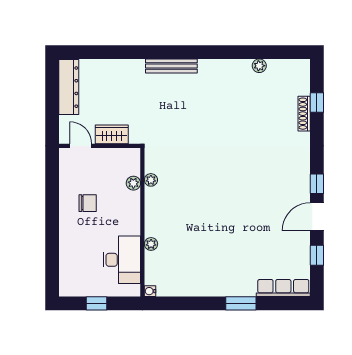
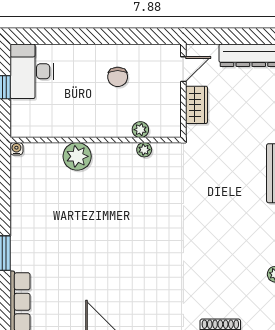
plant: (151, 244) -> (77, 156), width x1.88, depth x1.88
desk: (122, 260) -> (32, 71), moved, turned 90

